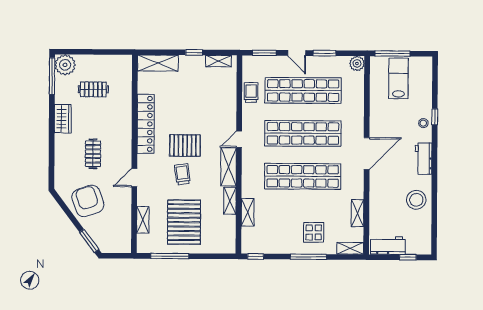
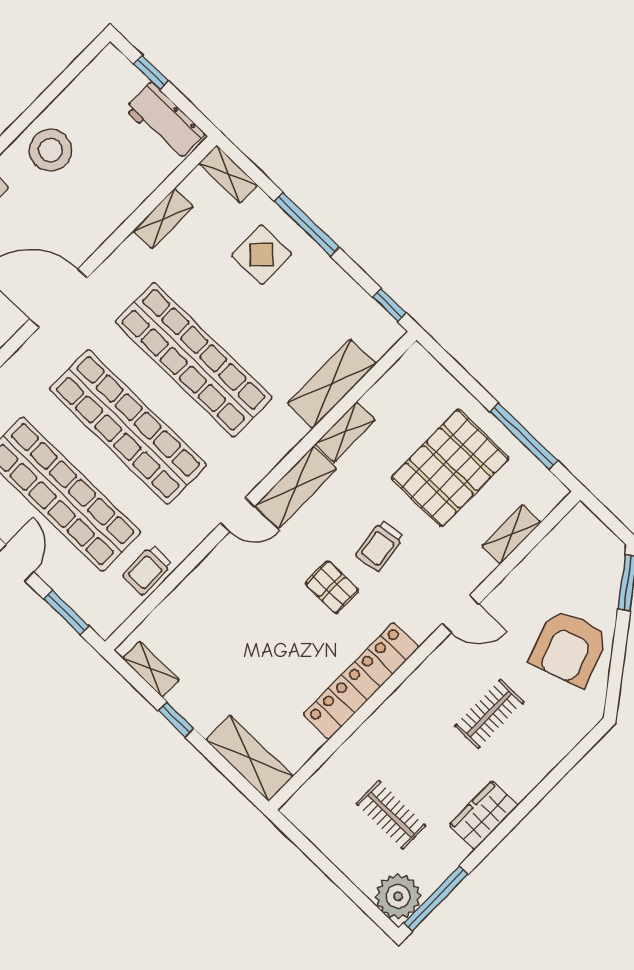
pallet: (185, 146) -> (332, 587), width x0.67, depth x0.71
shelving: (248, 212) -> (332, 384), width x1.50, depth x1.33

